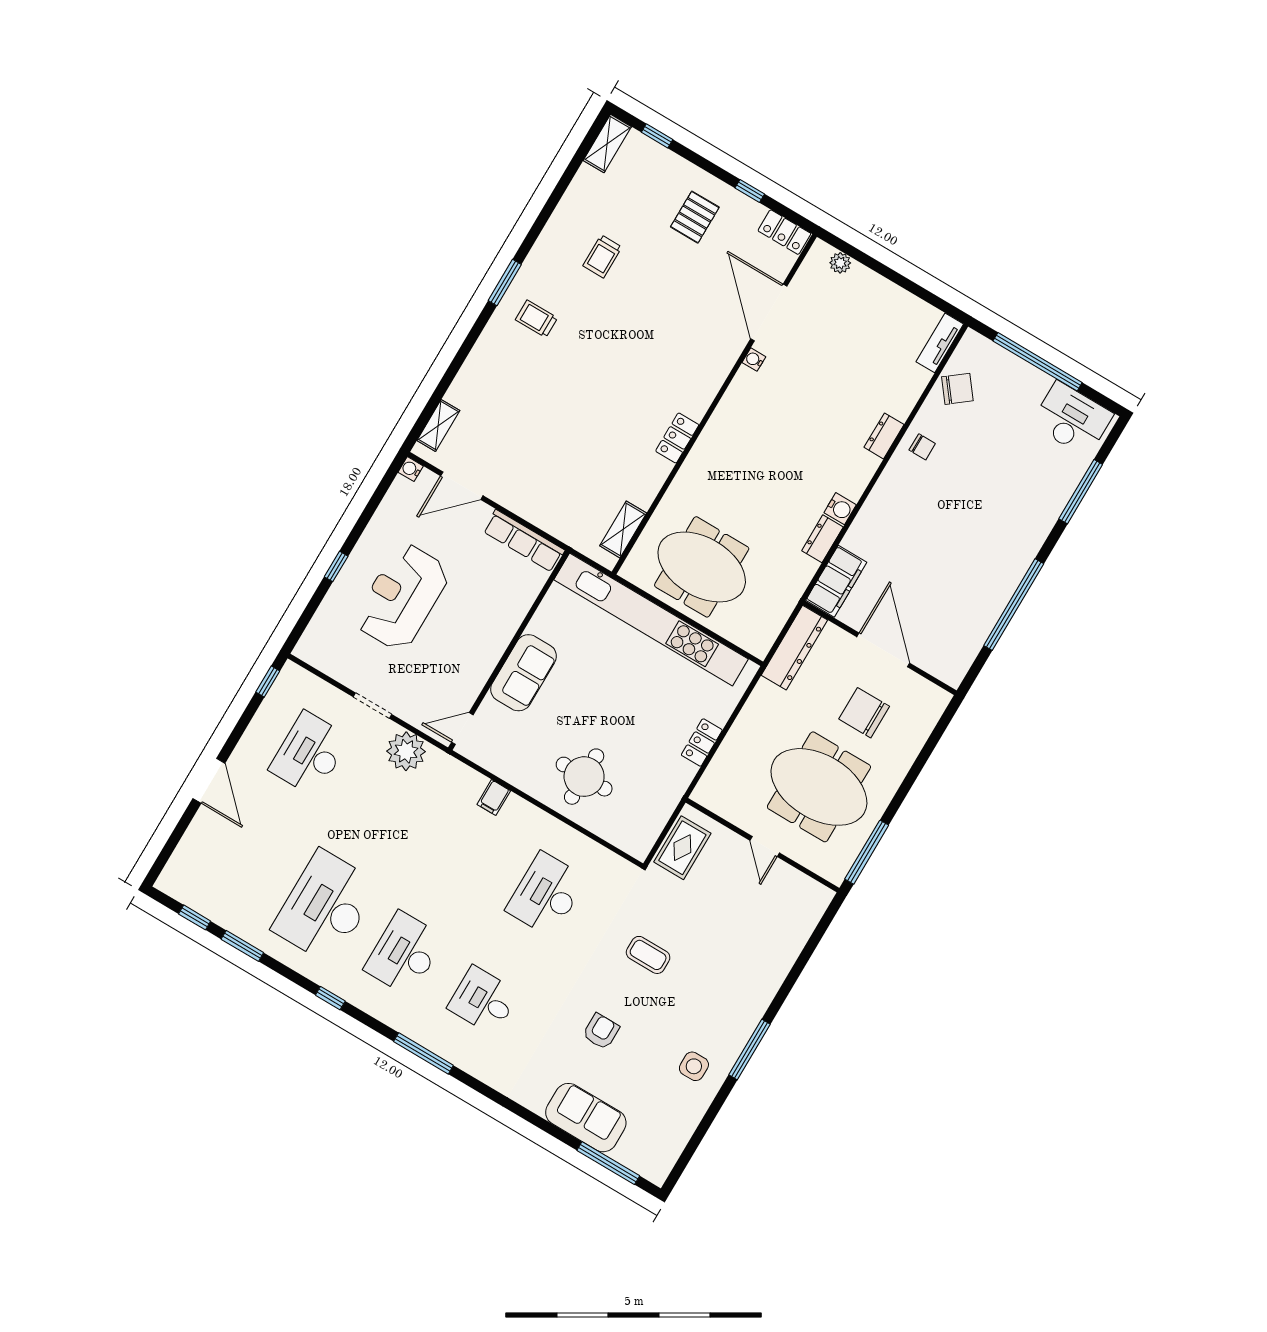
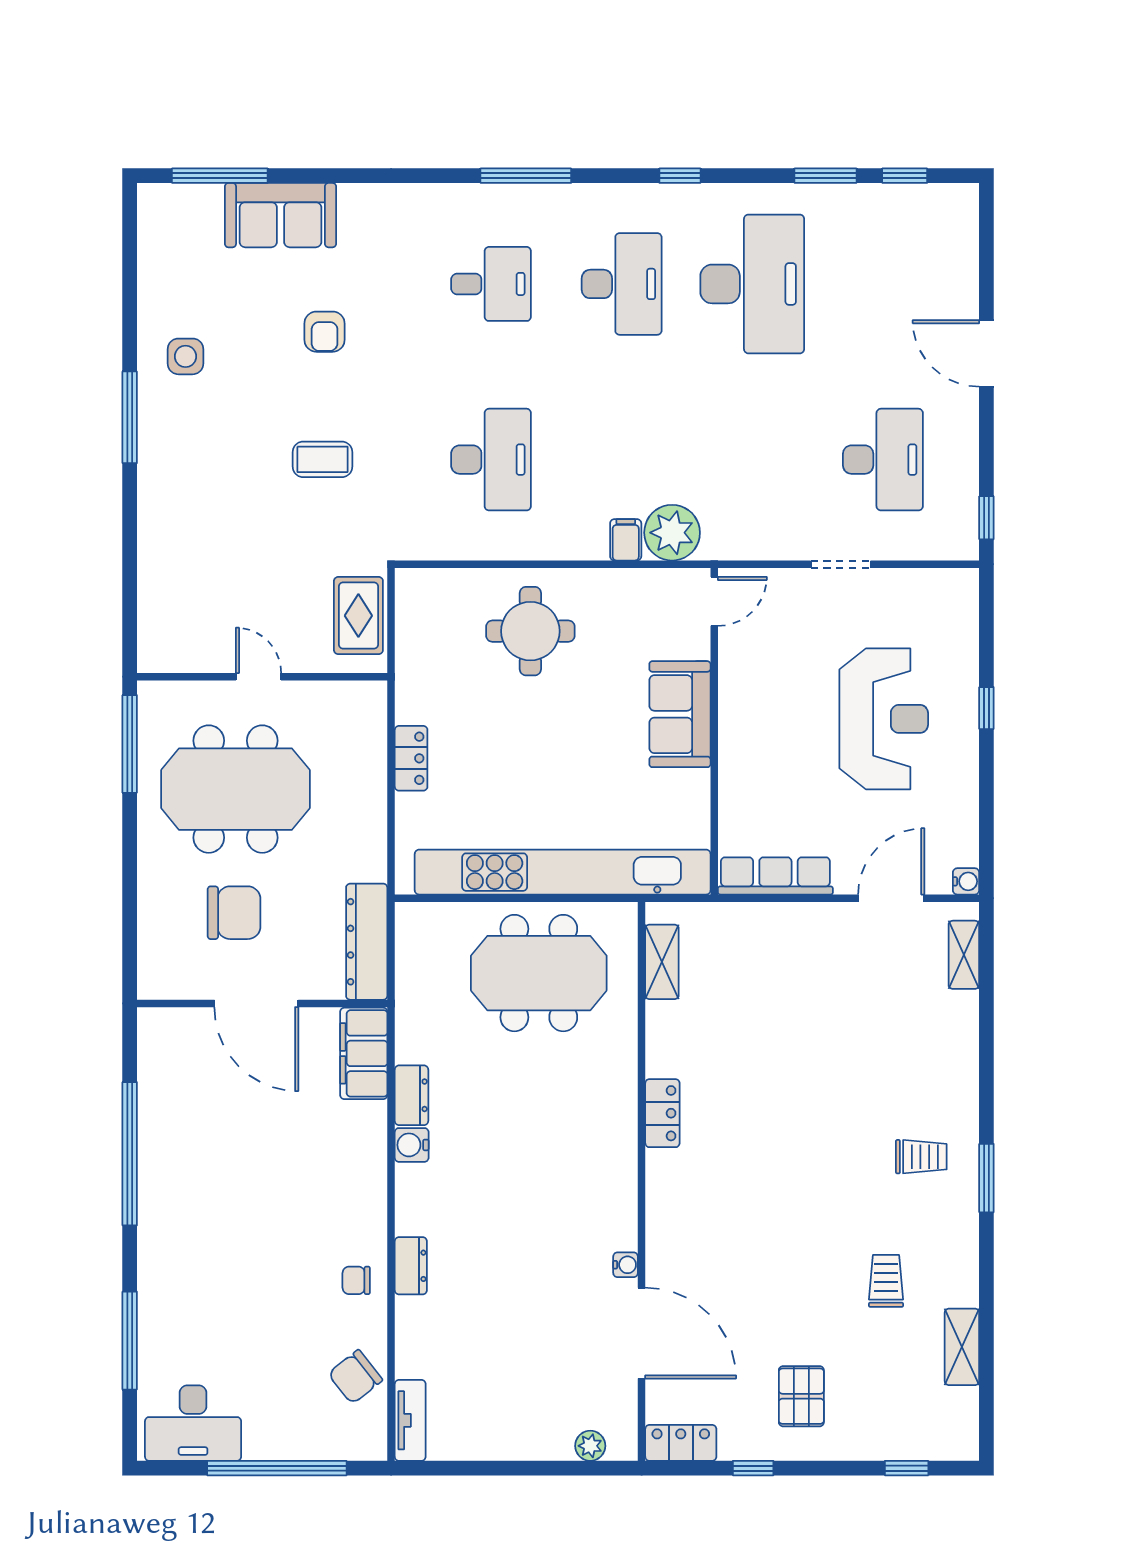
shelving: (607, 144) -> (962, 1347), moved
plant: (406, 751) -> (672, 533), moved

